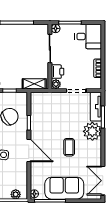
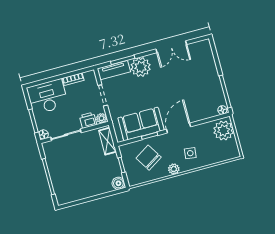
desk: (88, 36) -> (47, 97), width x1.37
coffee table: (69, 147) -> (164, 87), removed
double door: (103, 181) -> (171, 47), moved
sofa: (64, 188) -> (141, 124), moved, turned 90
plant: (16, 194) -> (224, 131), width x1.87, depth x1.87

